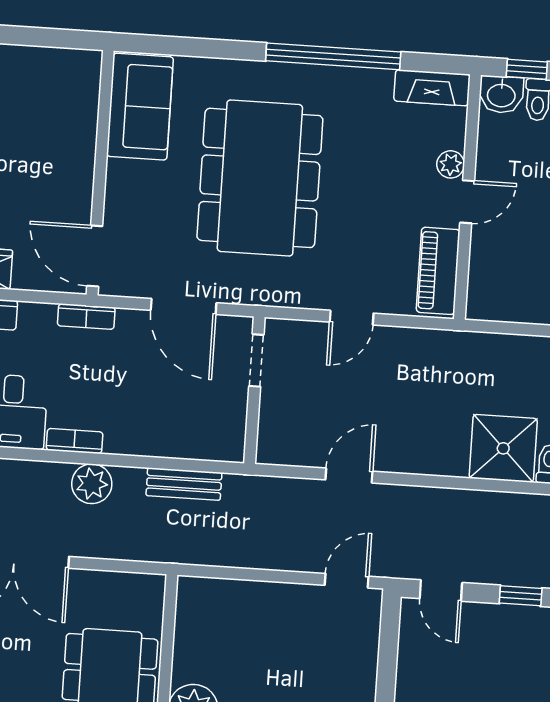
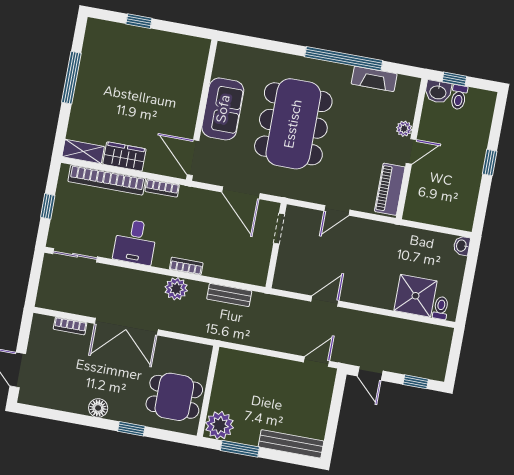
fireplace: (432, 88) -> (374, 79), moved
sofa: (140, 107) -> (223, 109), moved
bookcase: (86, 317) -> (162, 188), moved
bookcase: (75, 441) -> (186, 266), moved

